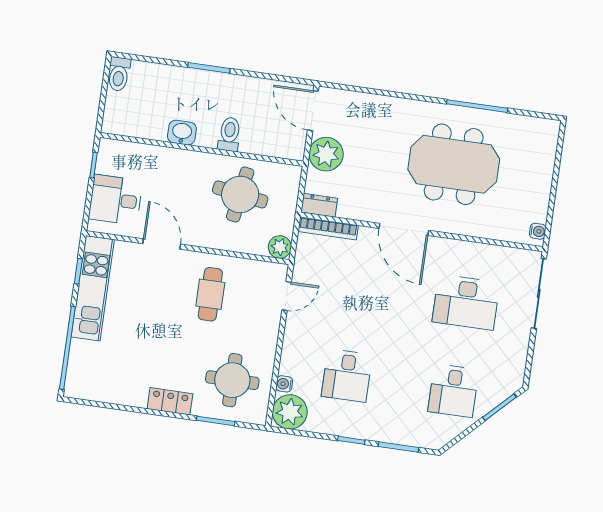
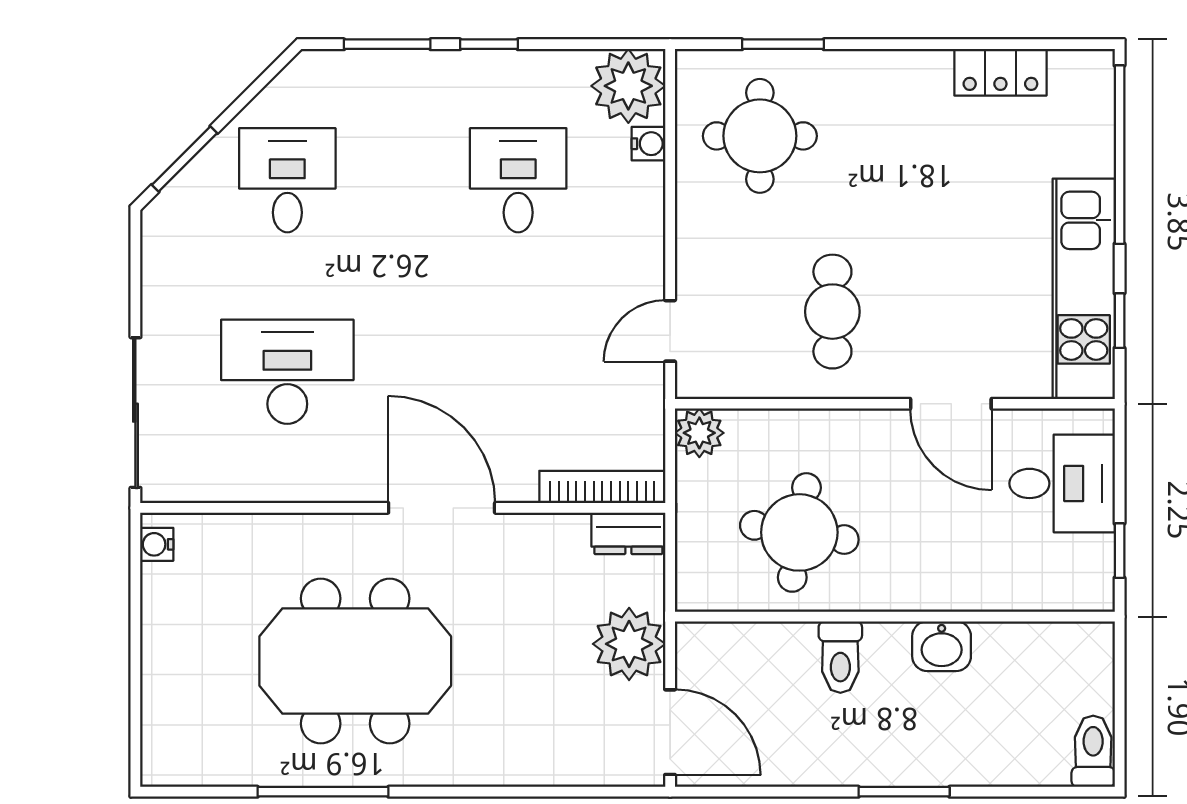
locker: (170, 401) -> (1000, 72), moved

